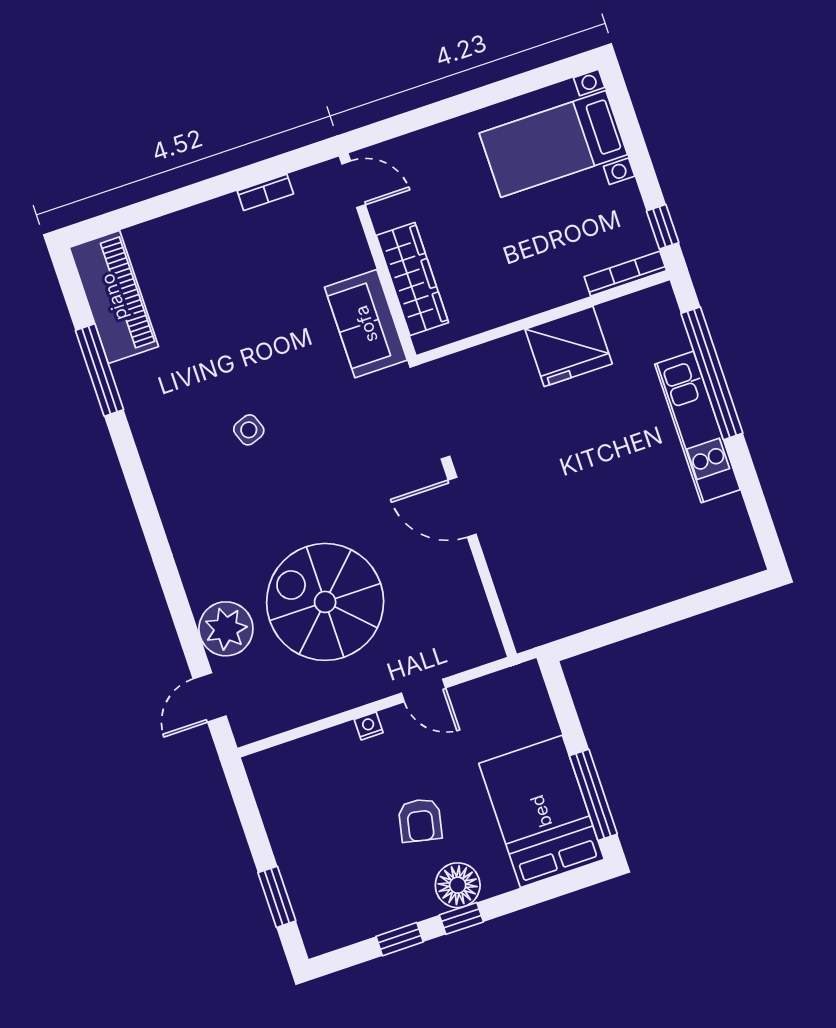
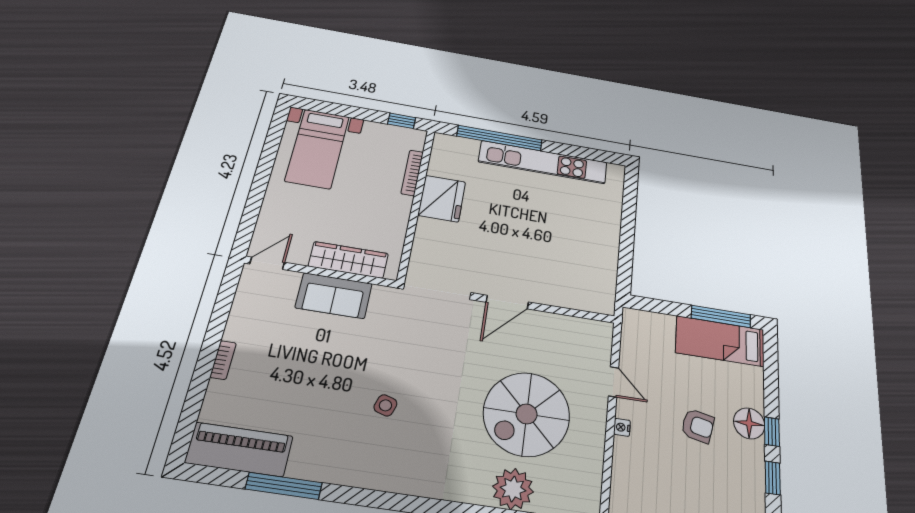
bookcase: (265, 192) -> (223, 360), moved
bookcase: (625, 274) -> (412, 173), moved
sofa: (366, 324) -> (334, 296), moved
kitchen unit: (697, 427) -> (543, 162), width x1.36
side table: (249, 430) -> (385, 405), turned 38
door: (424, 691) -> (613, 382), hinge flipped
bed: (541, 811) -> (720, 341), width x0.67

